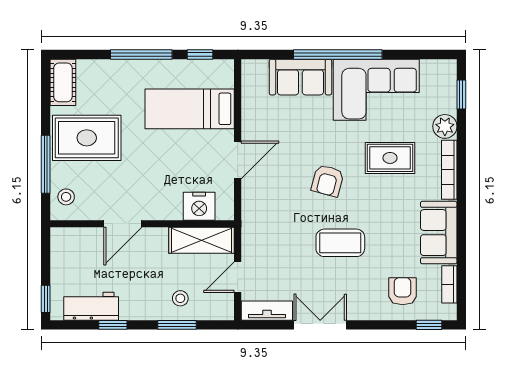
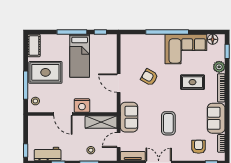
floor lamp: (432, 70) -> (213, 39), added
sofa: (300, 77) -> (129, 117), moved, turned -90
bed: (190, 109) -> (80, 56), moved, turned -90
door: (238, 160) -> (119, 83), swing flipped
armchair: (328, 181) -> (149, 77), moved, turned 105
nightstand: (199, 206) -> (82, 106), moved
door: (123, 224) -> (63, 114), hinge flipped
coffee table: (340, 243) -> (168, 123), turned 90

